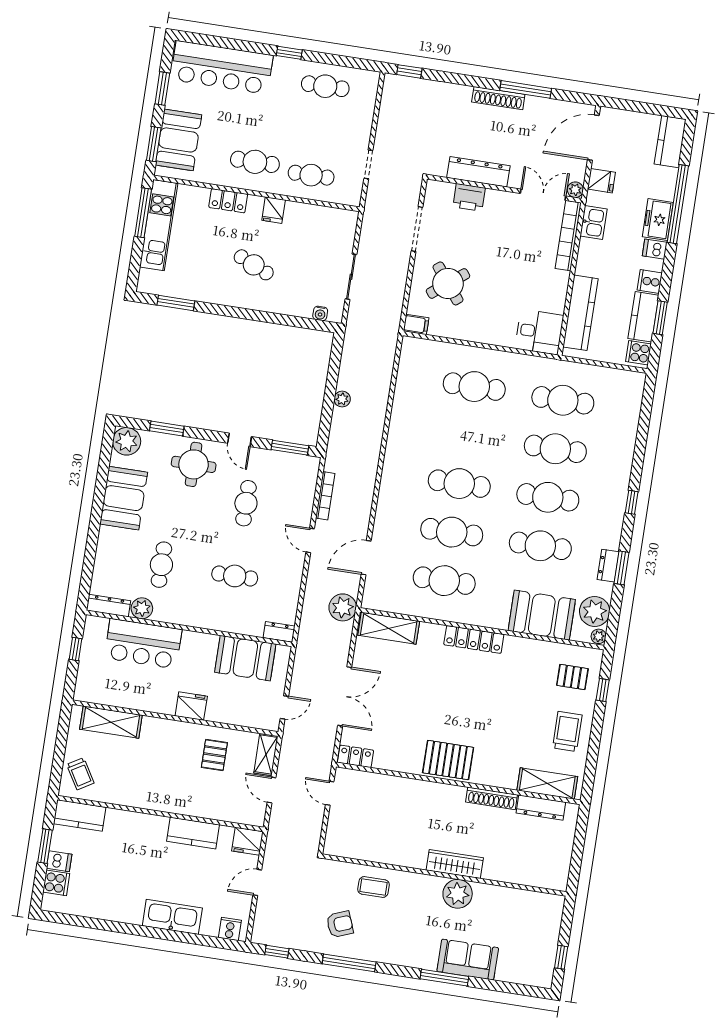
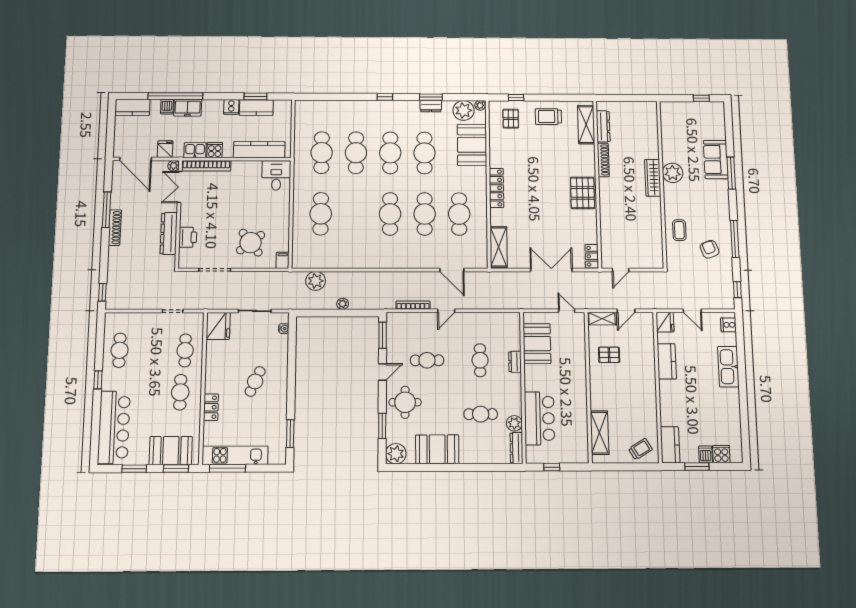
fridge: (274, 210) -> (218, 326), moved, width x1.88, depth x1.34
dishwasher: (655, 249) -> (167, 107), moved
cooker: (638, 353) -> (215, 150), moved, turned 180
plant: (343, 607) -> (316, 281), moved
dresser: (279, 632) -> (515, 362), moved
fridge: (191, 706) -> (578, 377), removed

